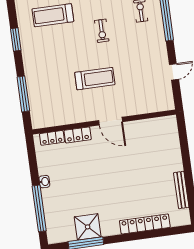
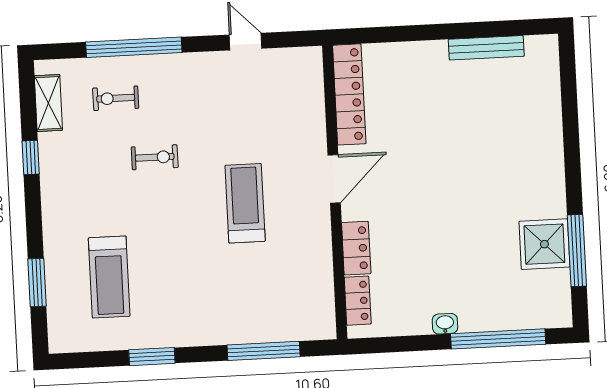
exercise bike: (102, 31) -> (155, 157), moved
locker: (145, 224) -> (349, 94), moved, turned 180

